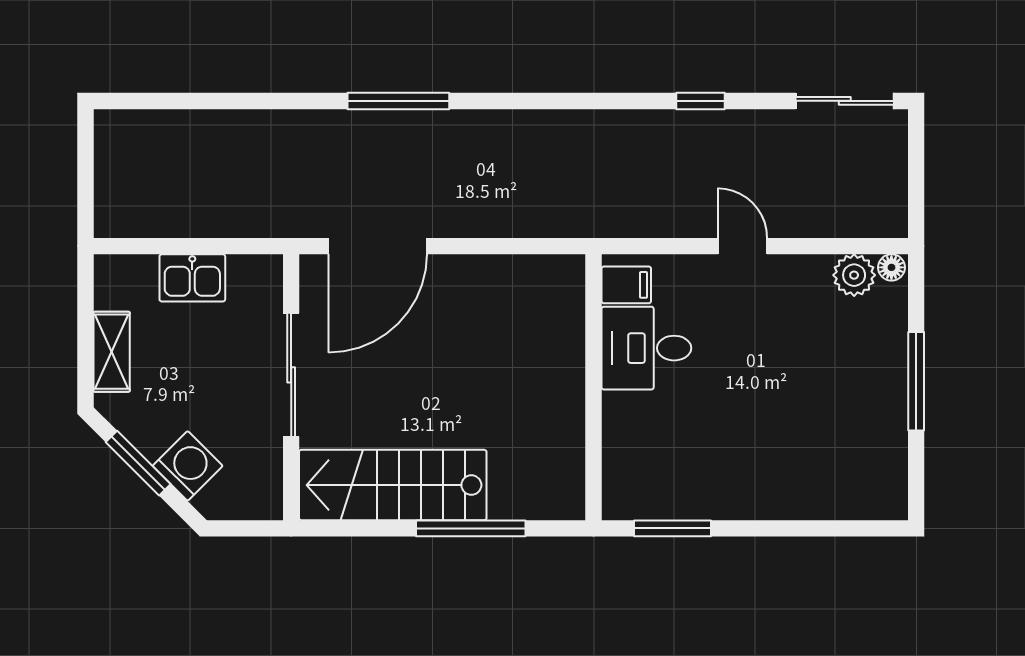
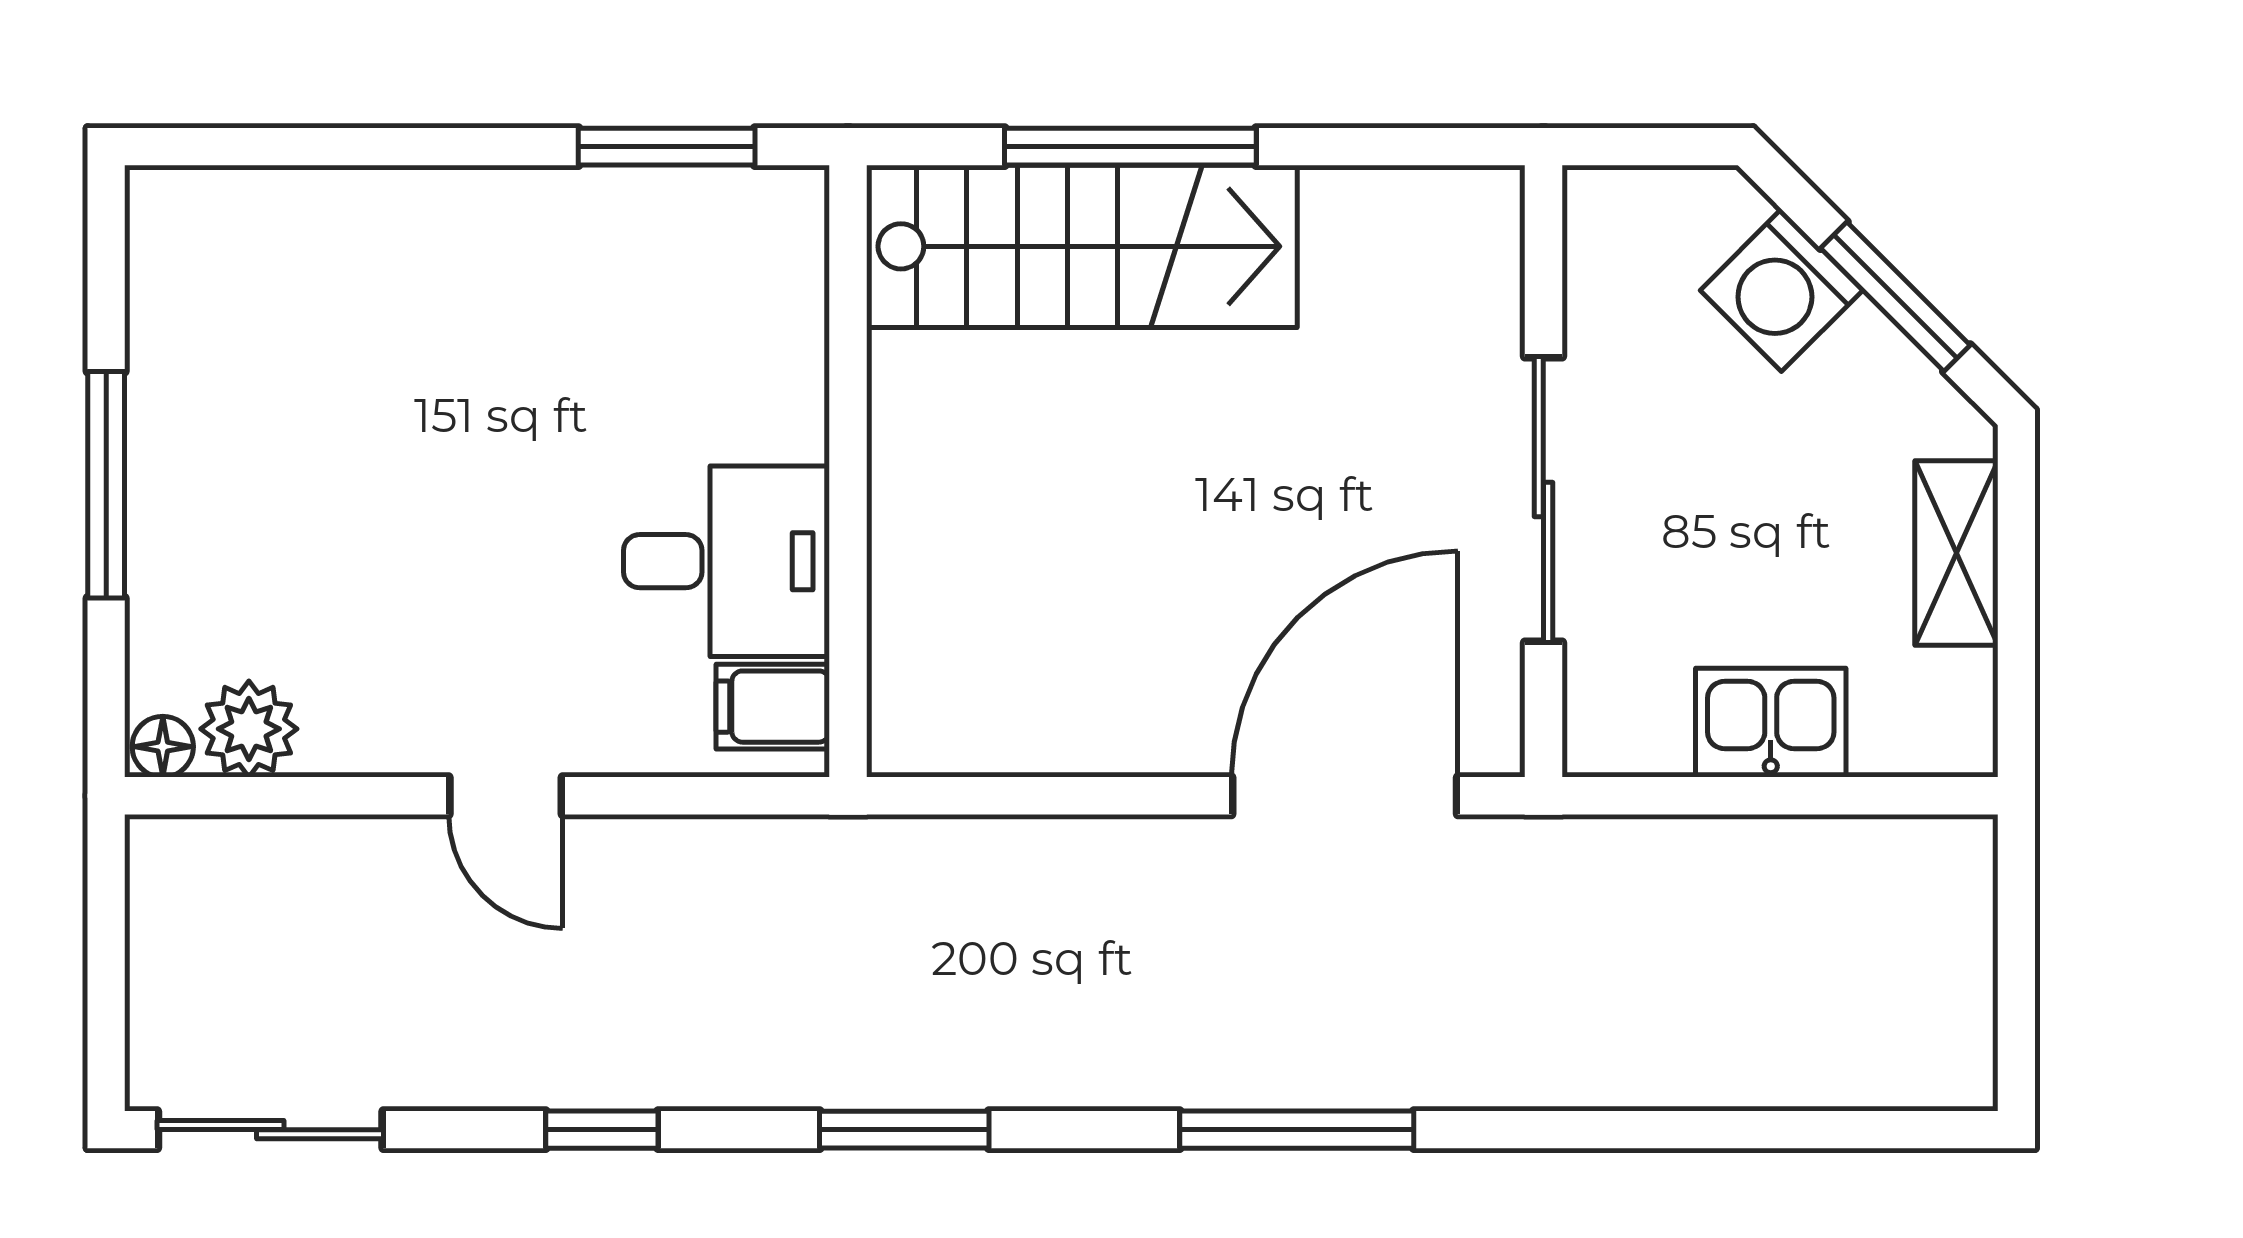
window: (569, 101) -> (904, 1130), added
stairs: (393, 485) -> (1082, 246), moved

